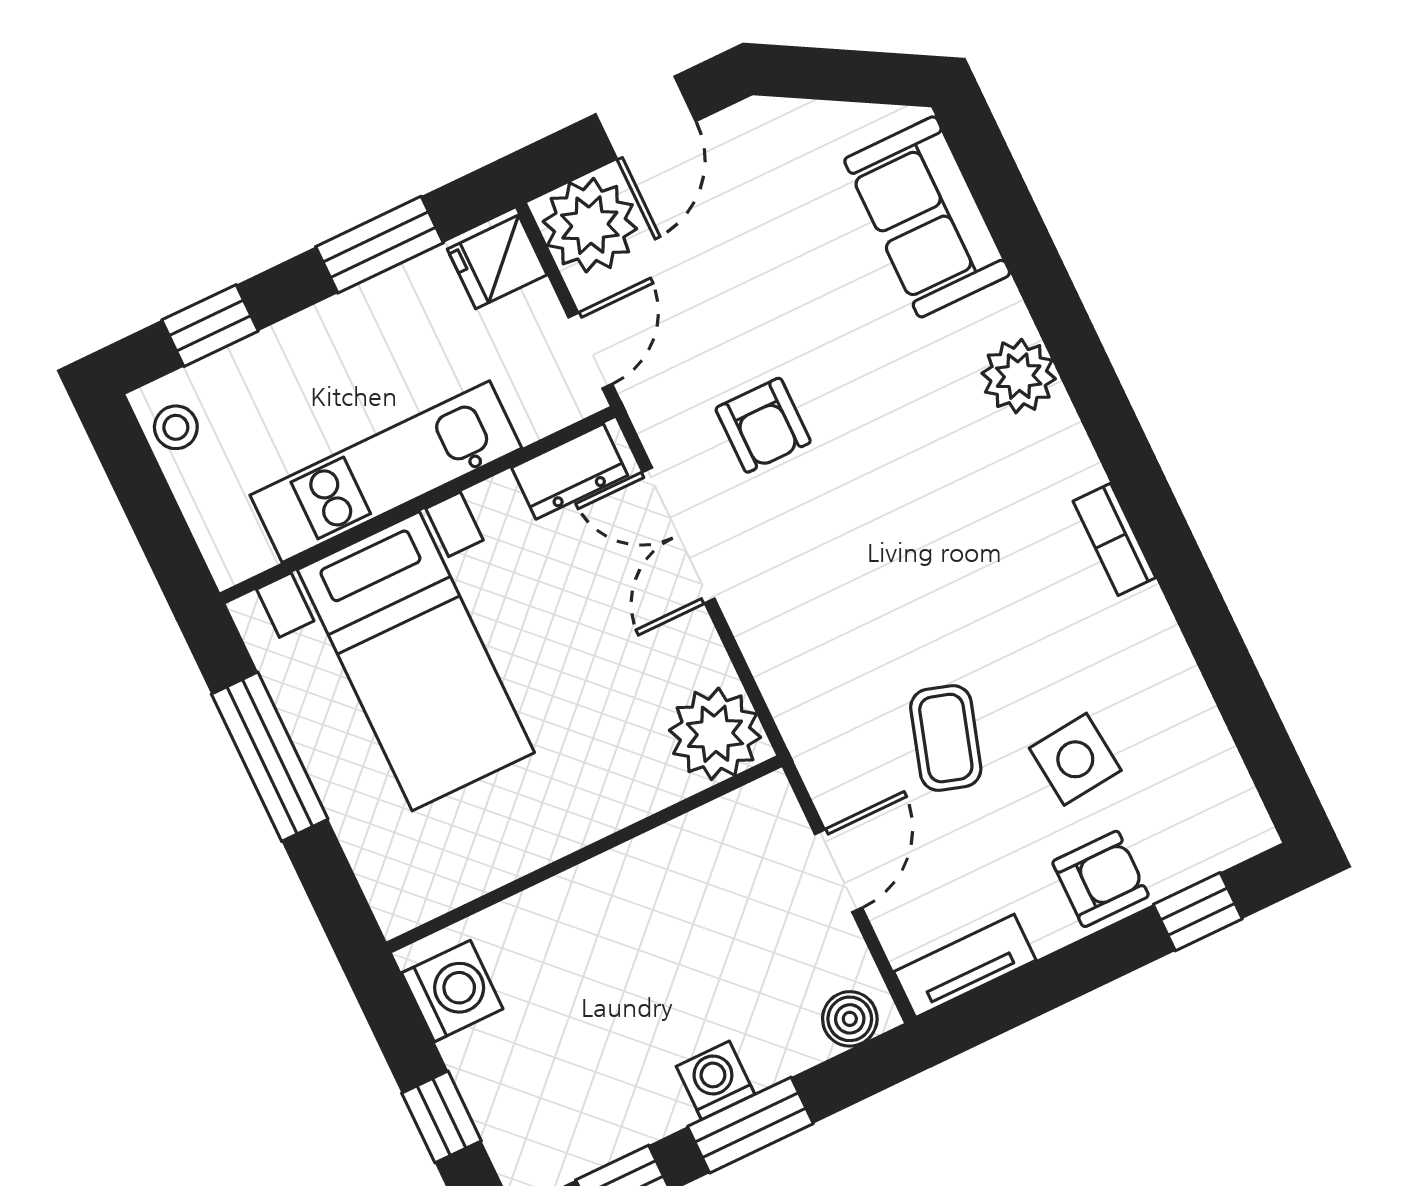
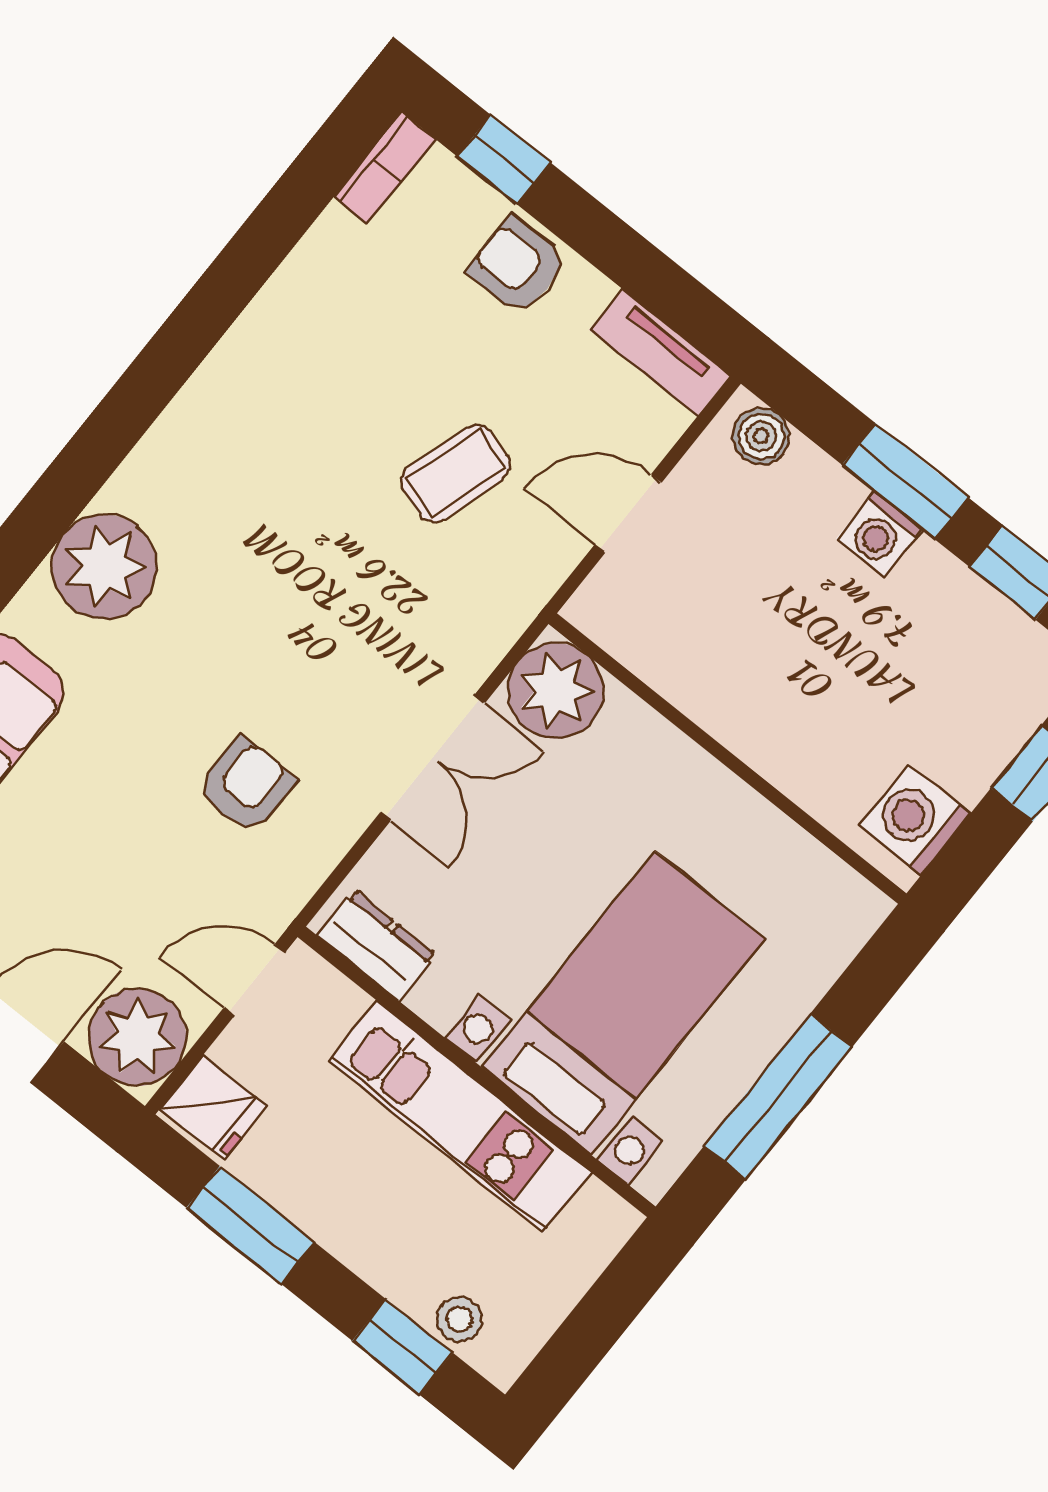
plant: (1019, 376) -> (104, 567), width x1.36, depth x1.36
stool: (176, 427) -> (459, 1319), moved
double door: (678, 535) -> (433, 758), moved
bookcase: (1114, 539) -> (385, 168), moved
side table: (1075, 759) -> (417, 343), removed

